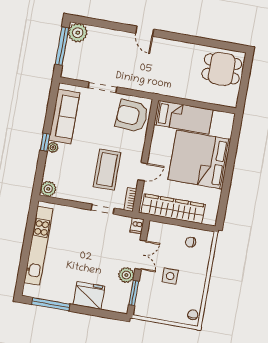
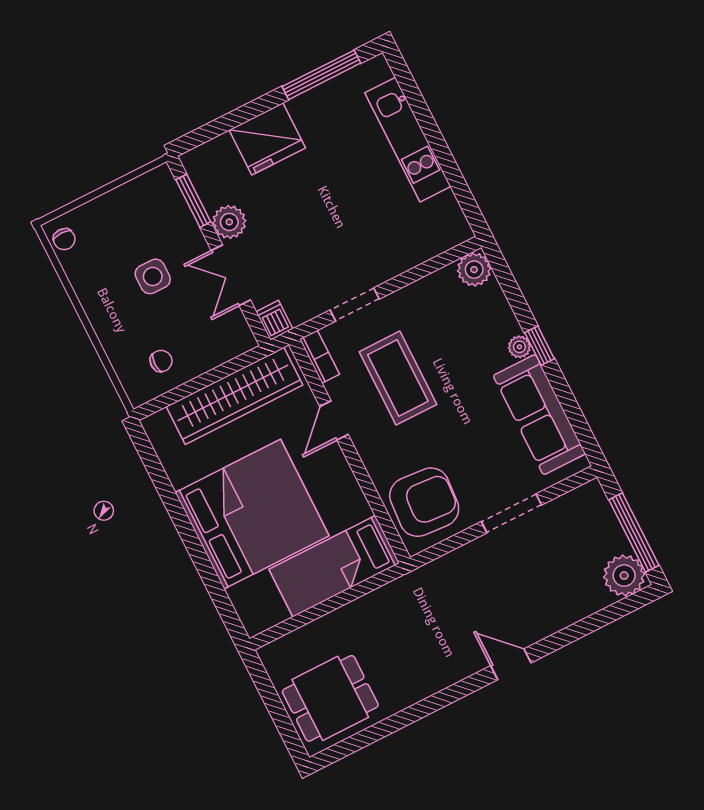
kitchen unit: (38, 246) -> (408, 140), width x0.73

